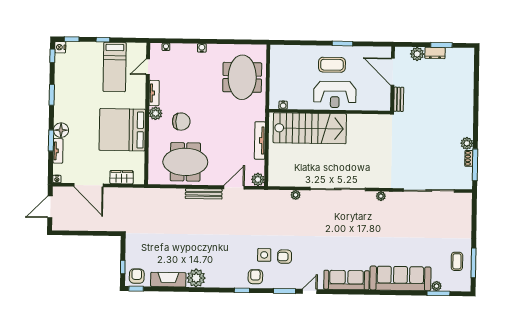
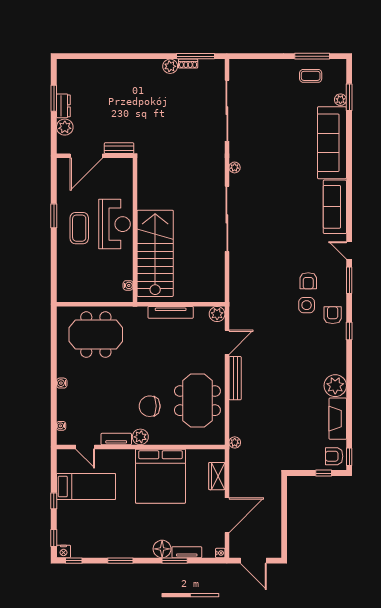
chair: (181, 122) -> (150, 406), turned -90
door: (234, 187) -> (227, 342), swing flipped
plant: (296, 195) -> (235, 442), moved
armchair: (255, 277) -> (333, 315), turned 90

